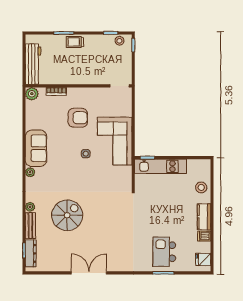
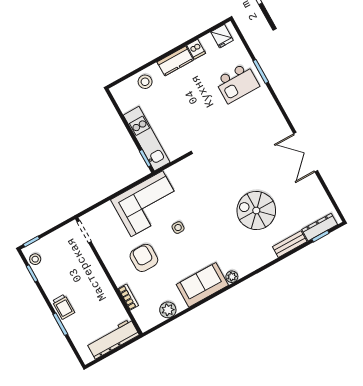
plant: (32, 94) -> (168, 310), moved
plant: (30, 207) -> (269, 256), removed

